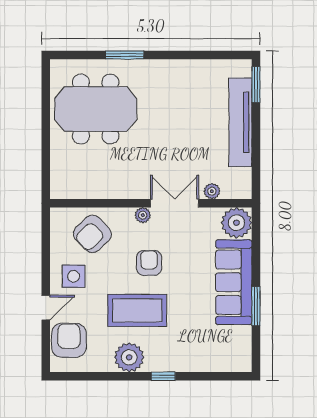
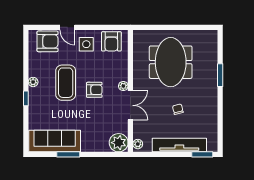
meeting table: (96, 109) -> (171, 62), moved
chair: (181, 125) -> (178, 109), added
plant: (212, 191) -> (138, 144), moved
armchair: (92, 234) -> (111, 41), moved, turned -136
sofa: (234, 282) -> (55, 141), moved
plant: (129, 357) -> (33, 82), width x0.53, depth x0.53

